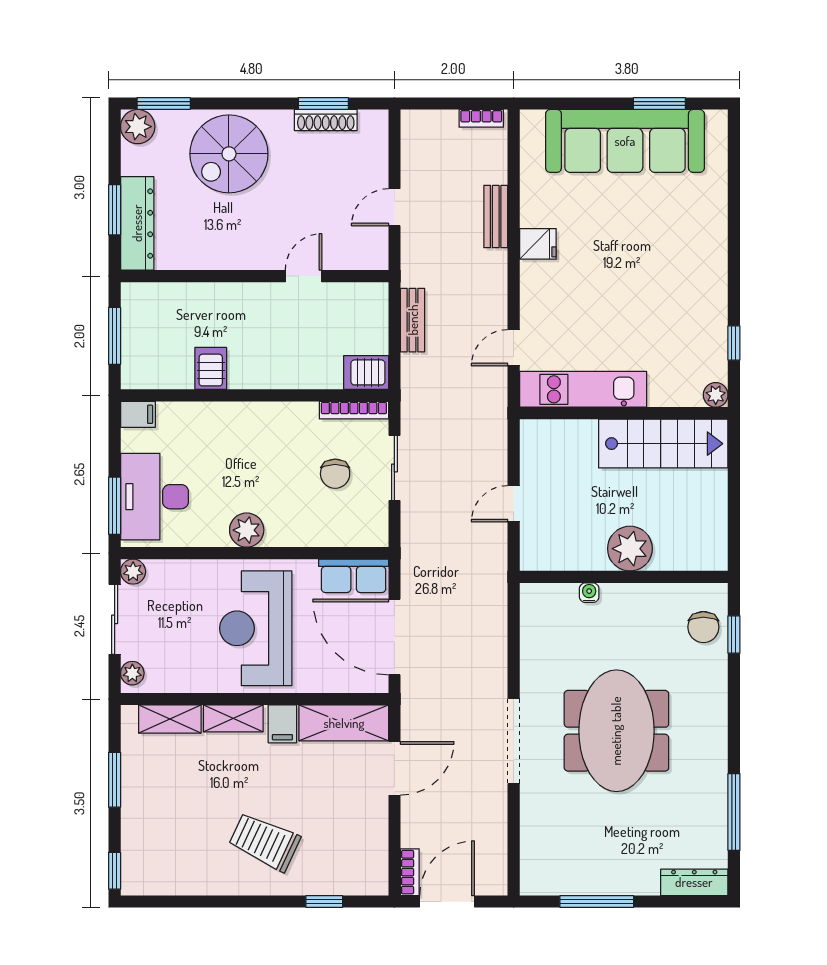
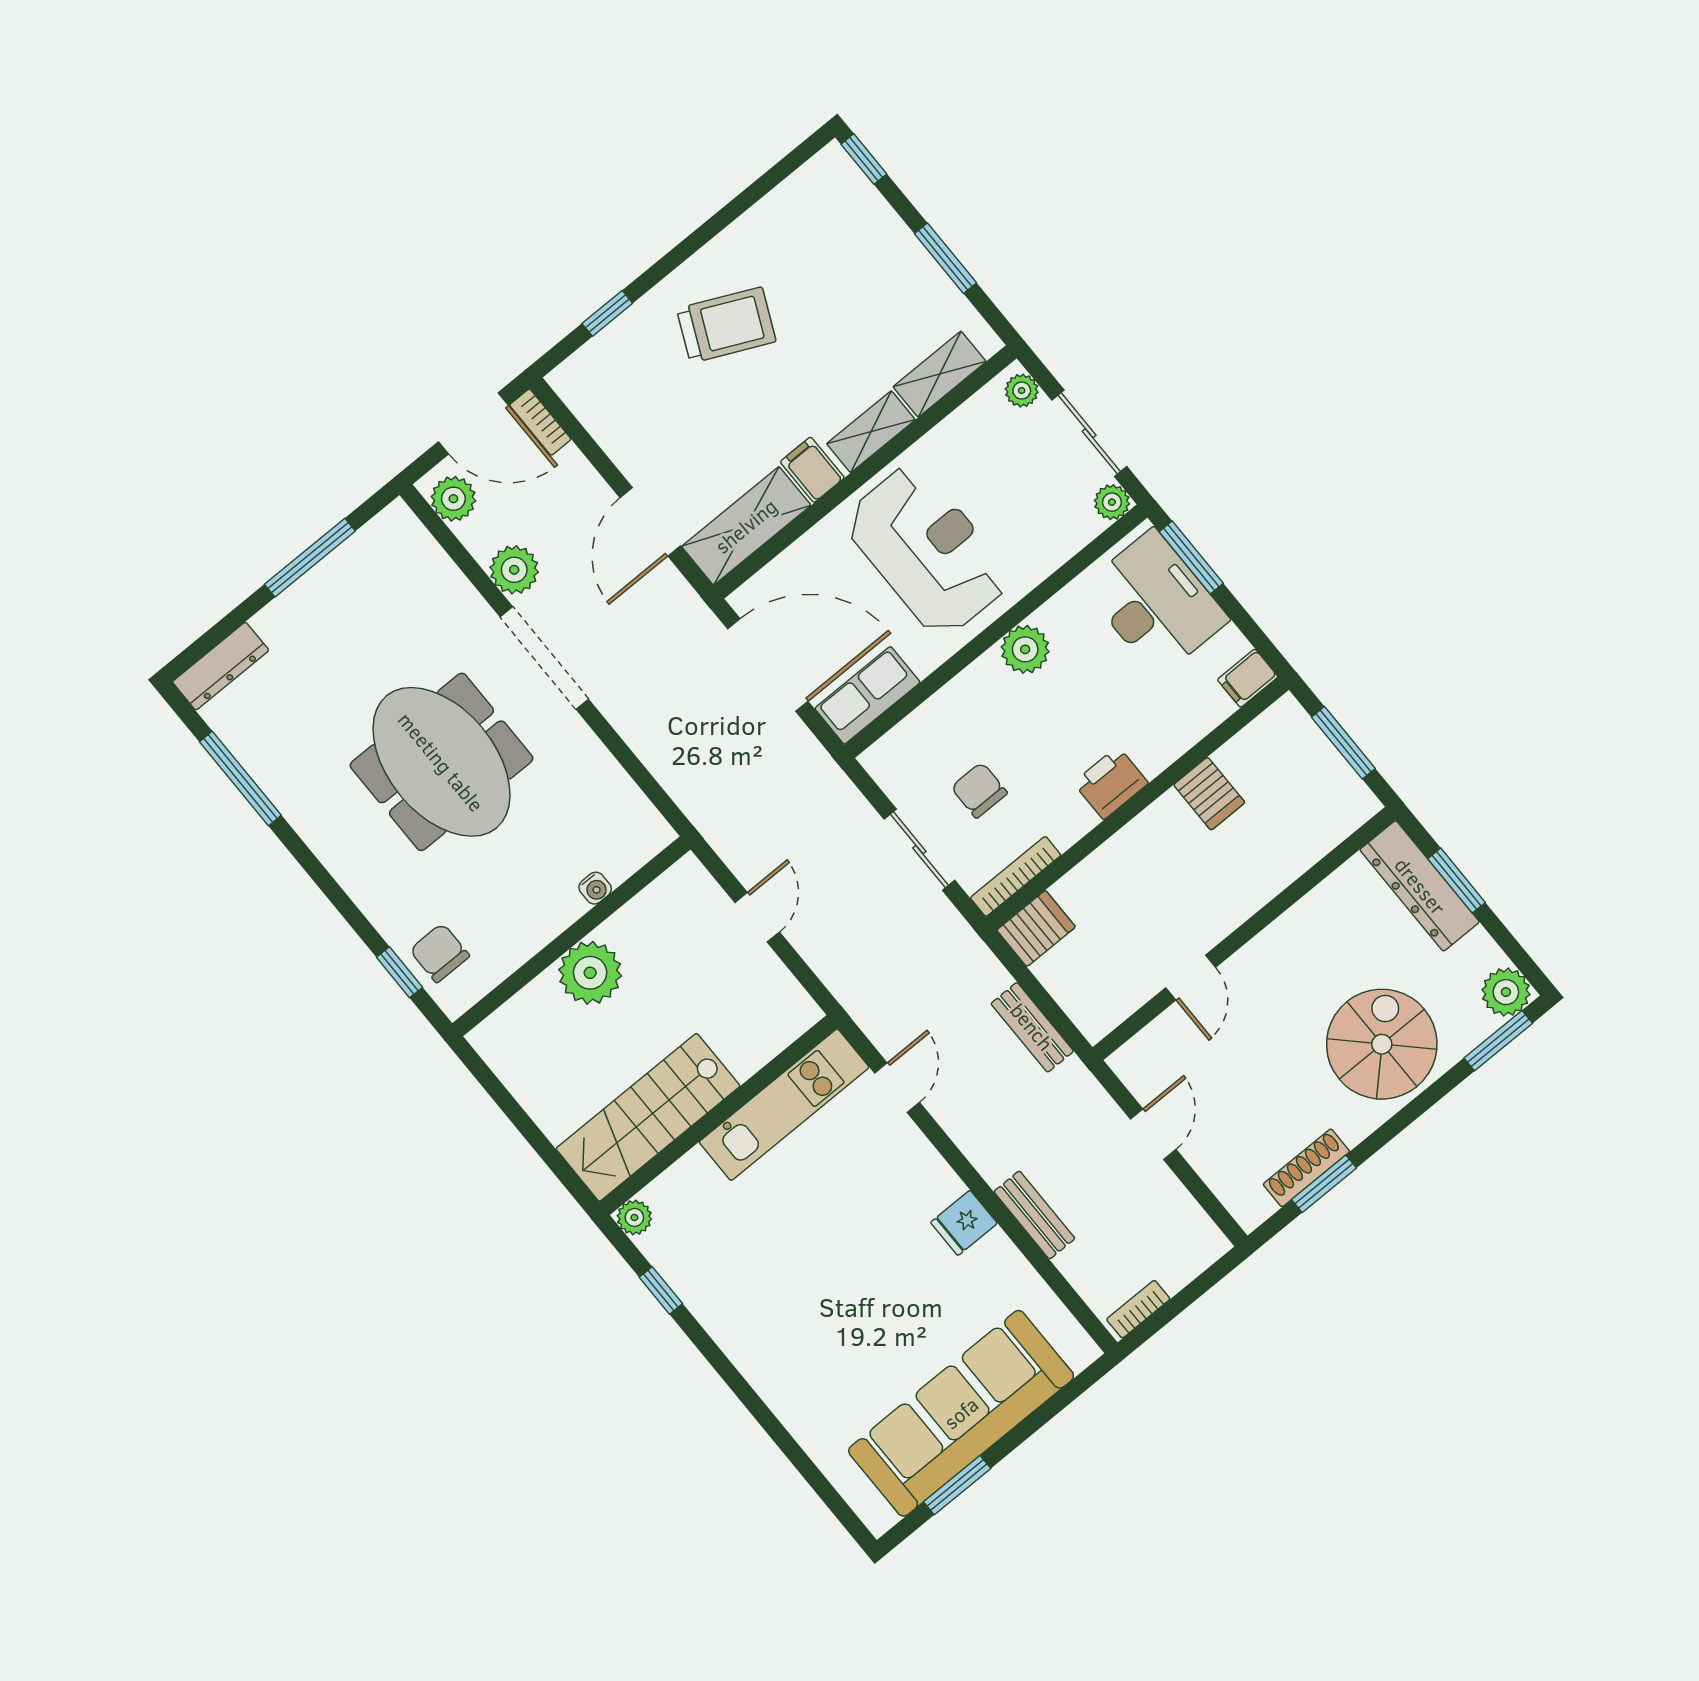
printer: (260, 418) -> (1111, 783), added
plant: (490, 803) -> (514, 570), added
plant: (492, 869) -> (453, 499), added
door: (447, 902) -> (473, 423), hinge flipped

